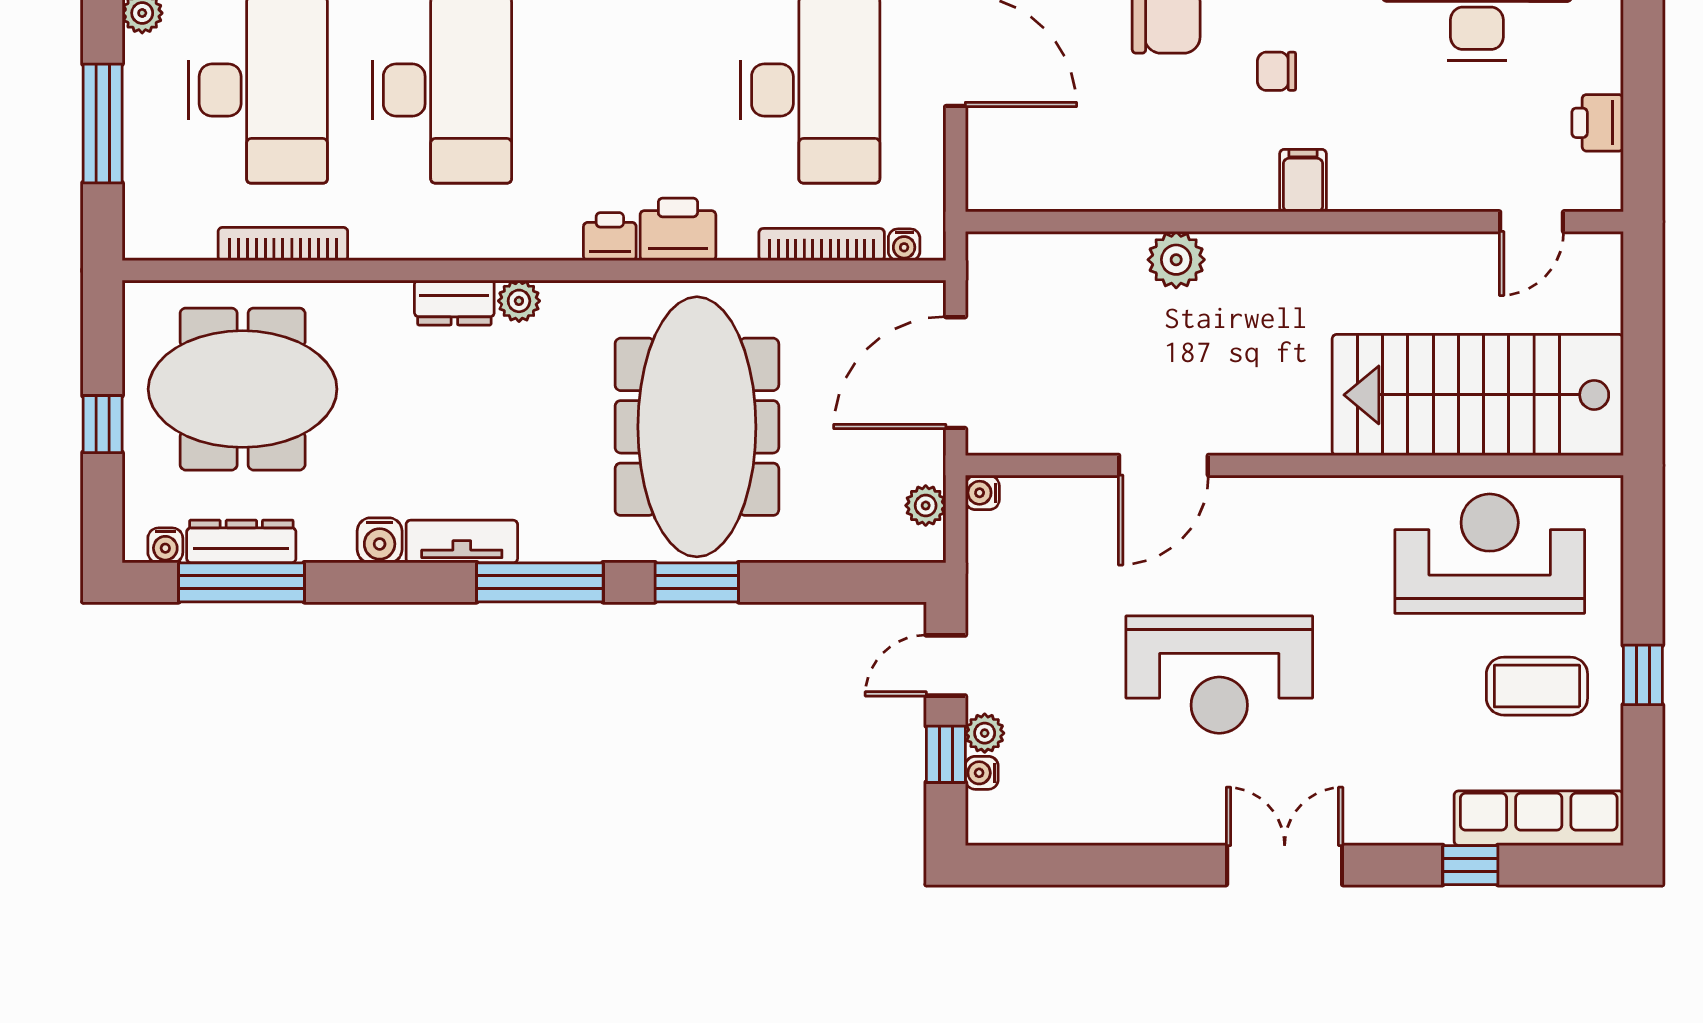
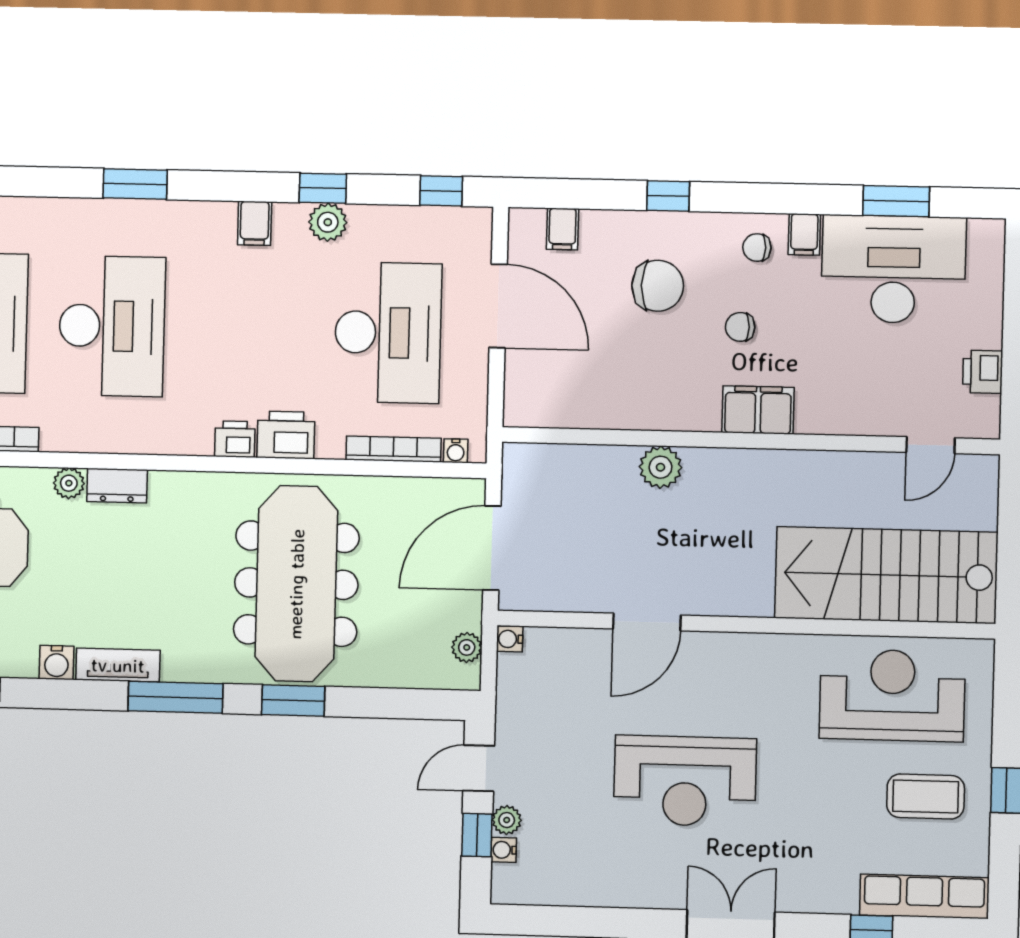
filing cabinet: (1303, 181) -> (758, 410), width x2.00
plant: (519, 301) -> (69, 483), moved

